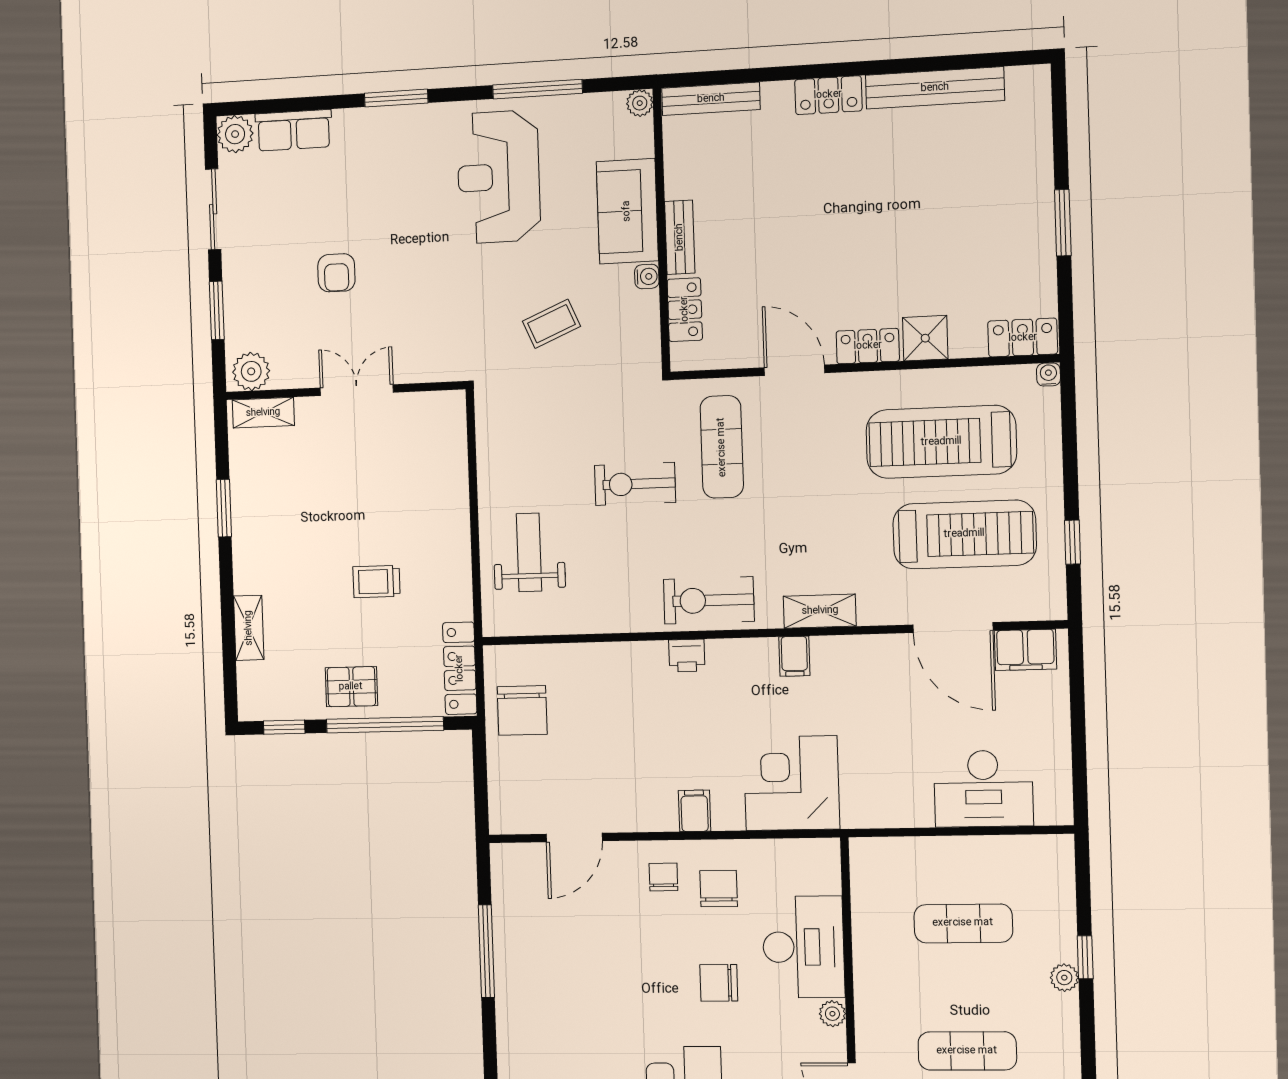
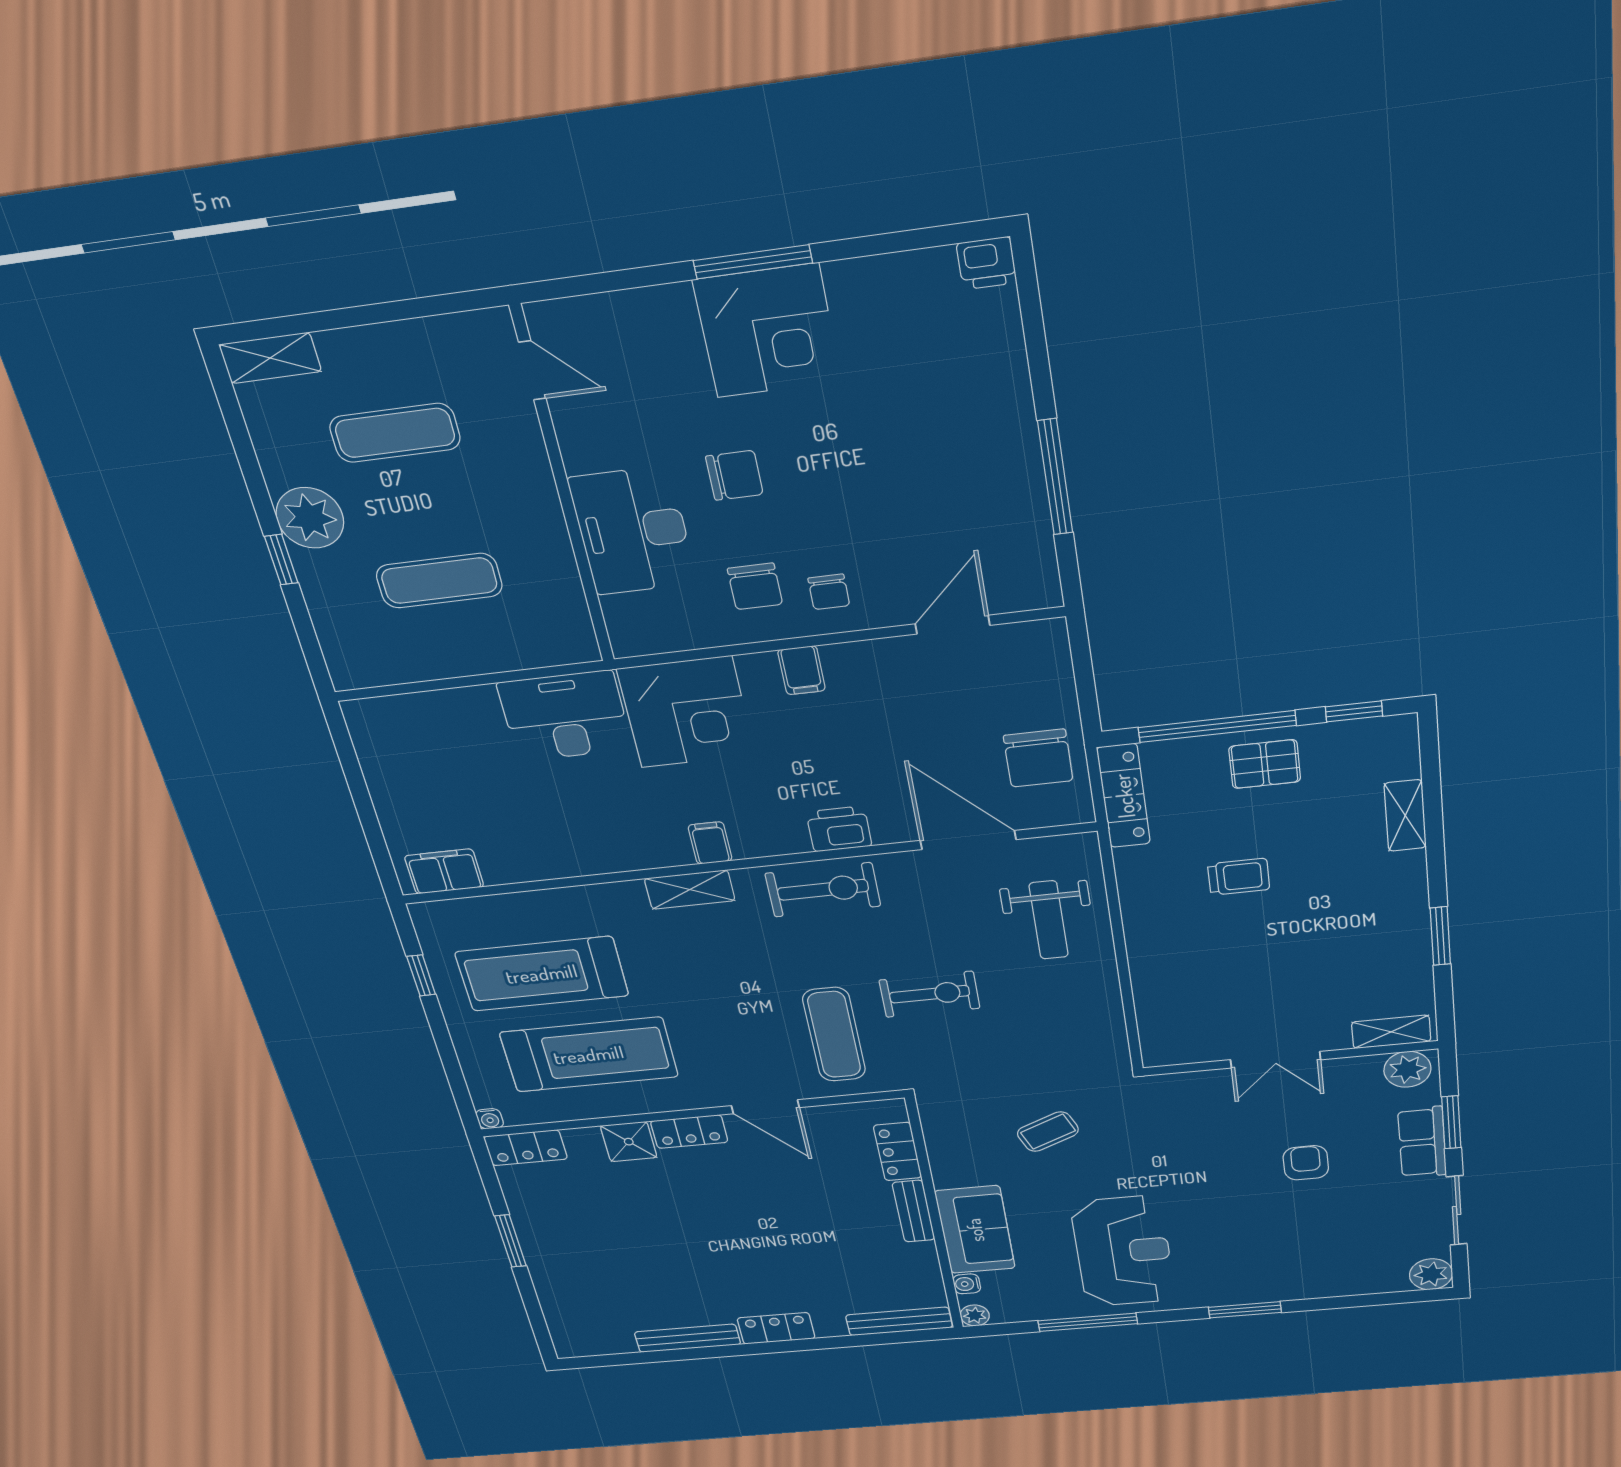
bench: (935, 88) -> (687, 1338), width x0.73, depth x0.82
row of seats: (294, 130) -> (1422, 1142), moved, turned -90
water cooler: (647, 276) -> (967, 1284), moved
door: (953, 628) -> (968, 840), moved
printer: (687, 656) -> (839, 829), width x1.36, depth x1.24
chair: (522, 710) -> (1038, 758), turned 180
desk: (983, 789) -> (565, 716), moved
plant: (1064, 978) -> (310, 518), width x1.88, depth x1.88
plant: (832, 1014) -> (578, 456), removed

